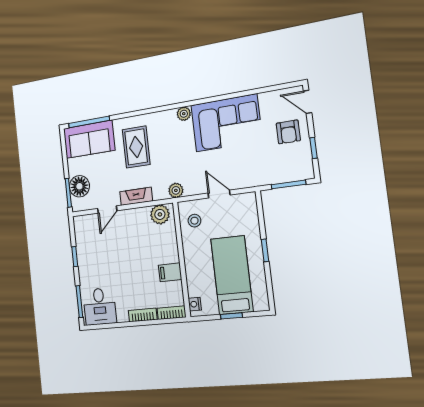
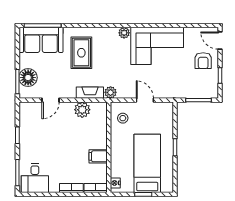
fireplace: (136, 196) -> (90, 93), moved
plant: (160, 214) -> (82, 110), moved

